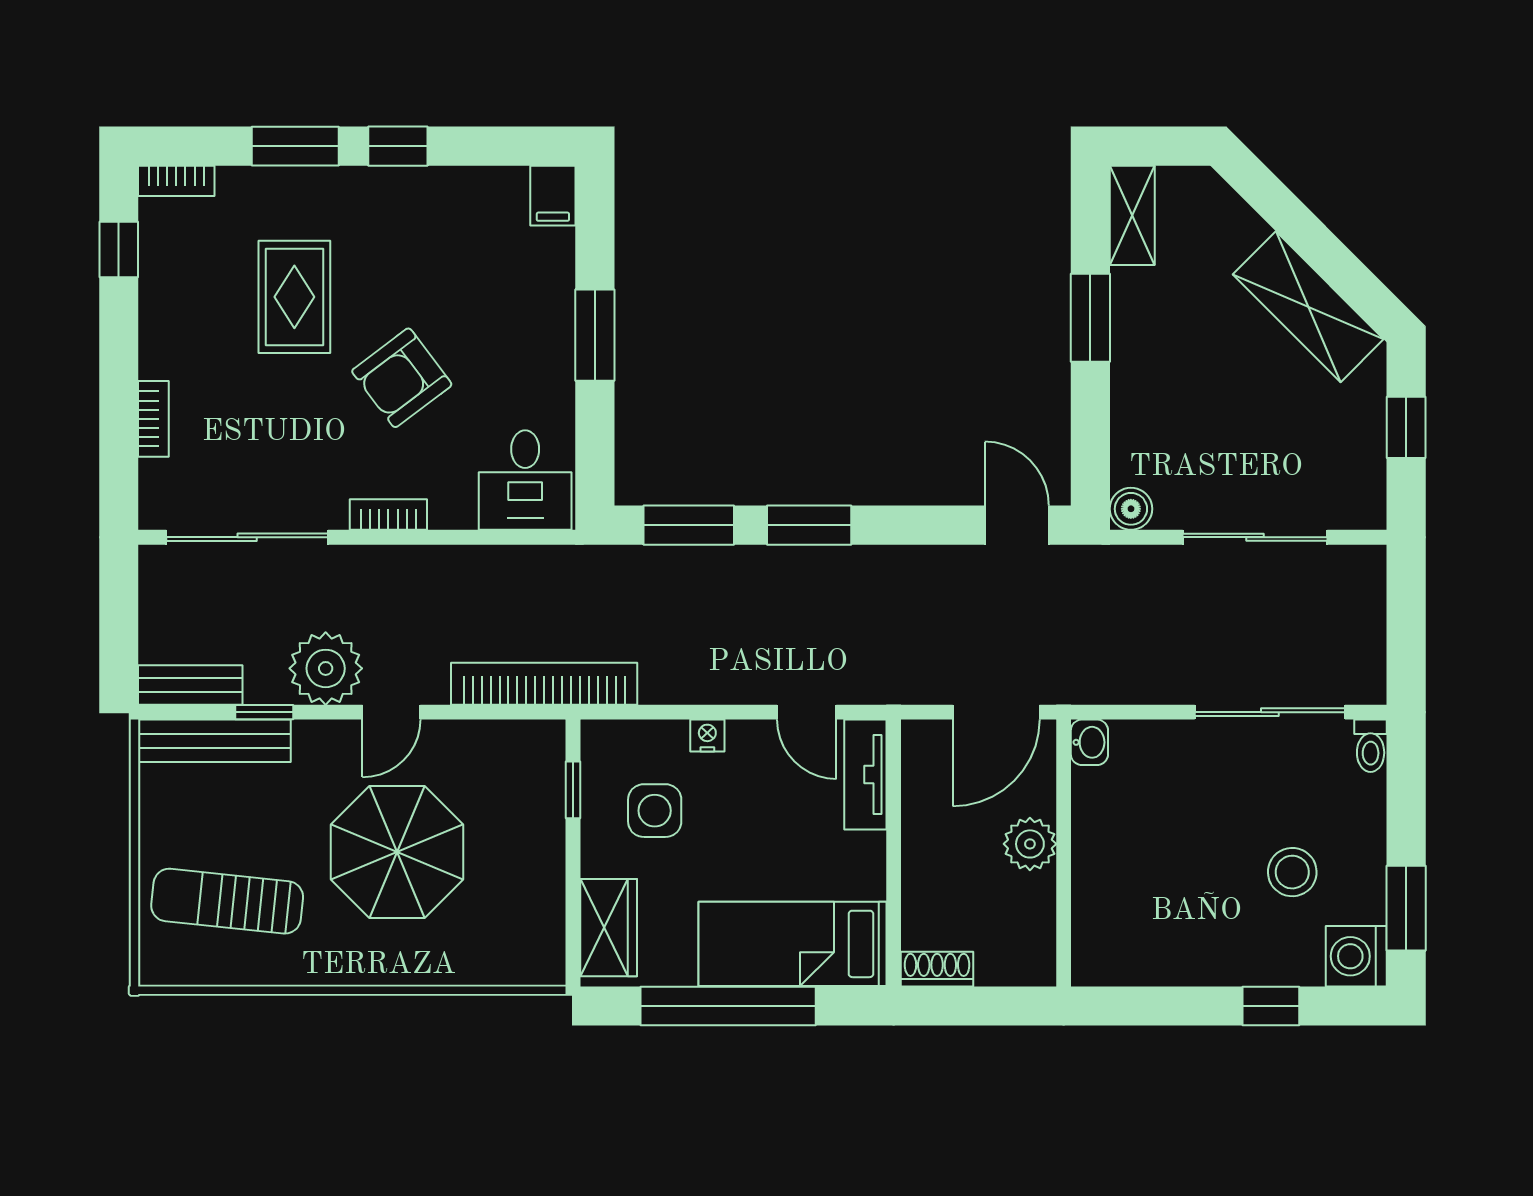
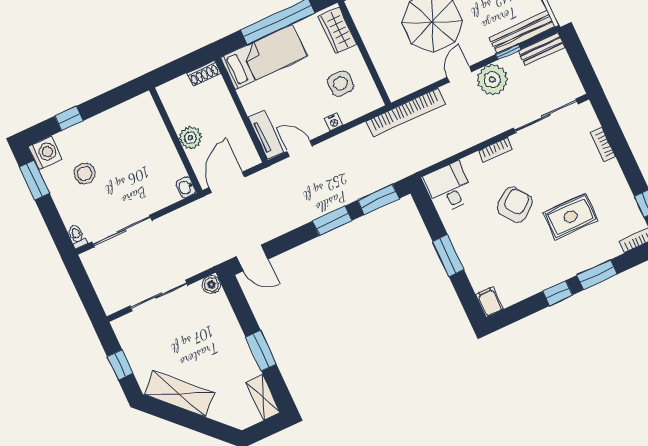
rug: (294, 297) -> (571, 217), turned 90
window: (573, 790) -> (376, 77), removed

